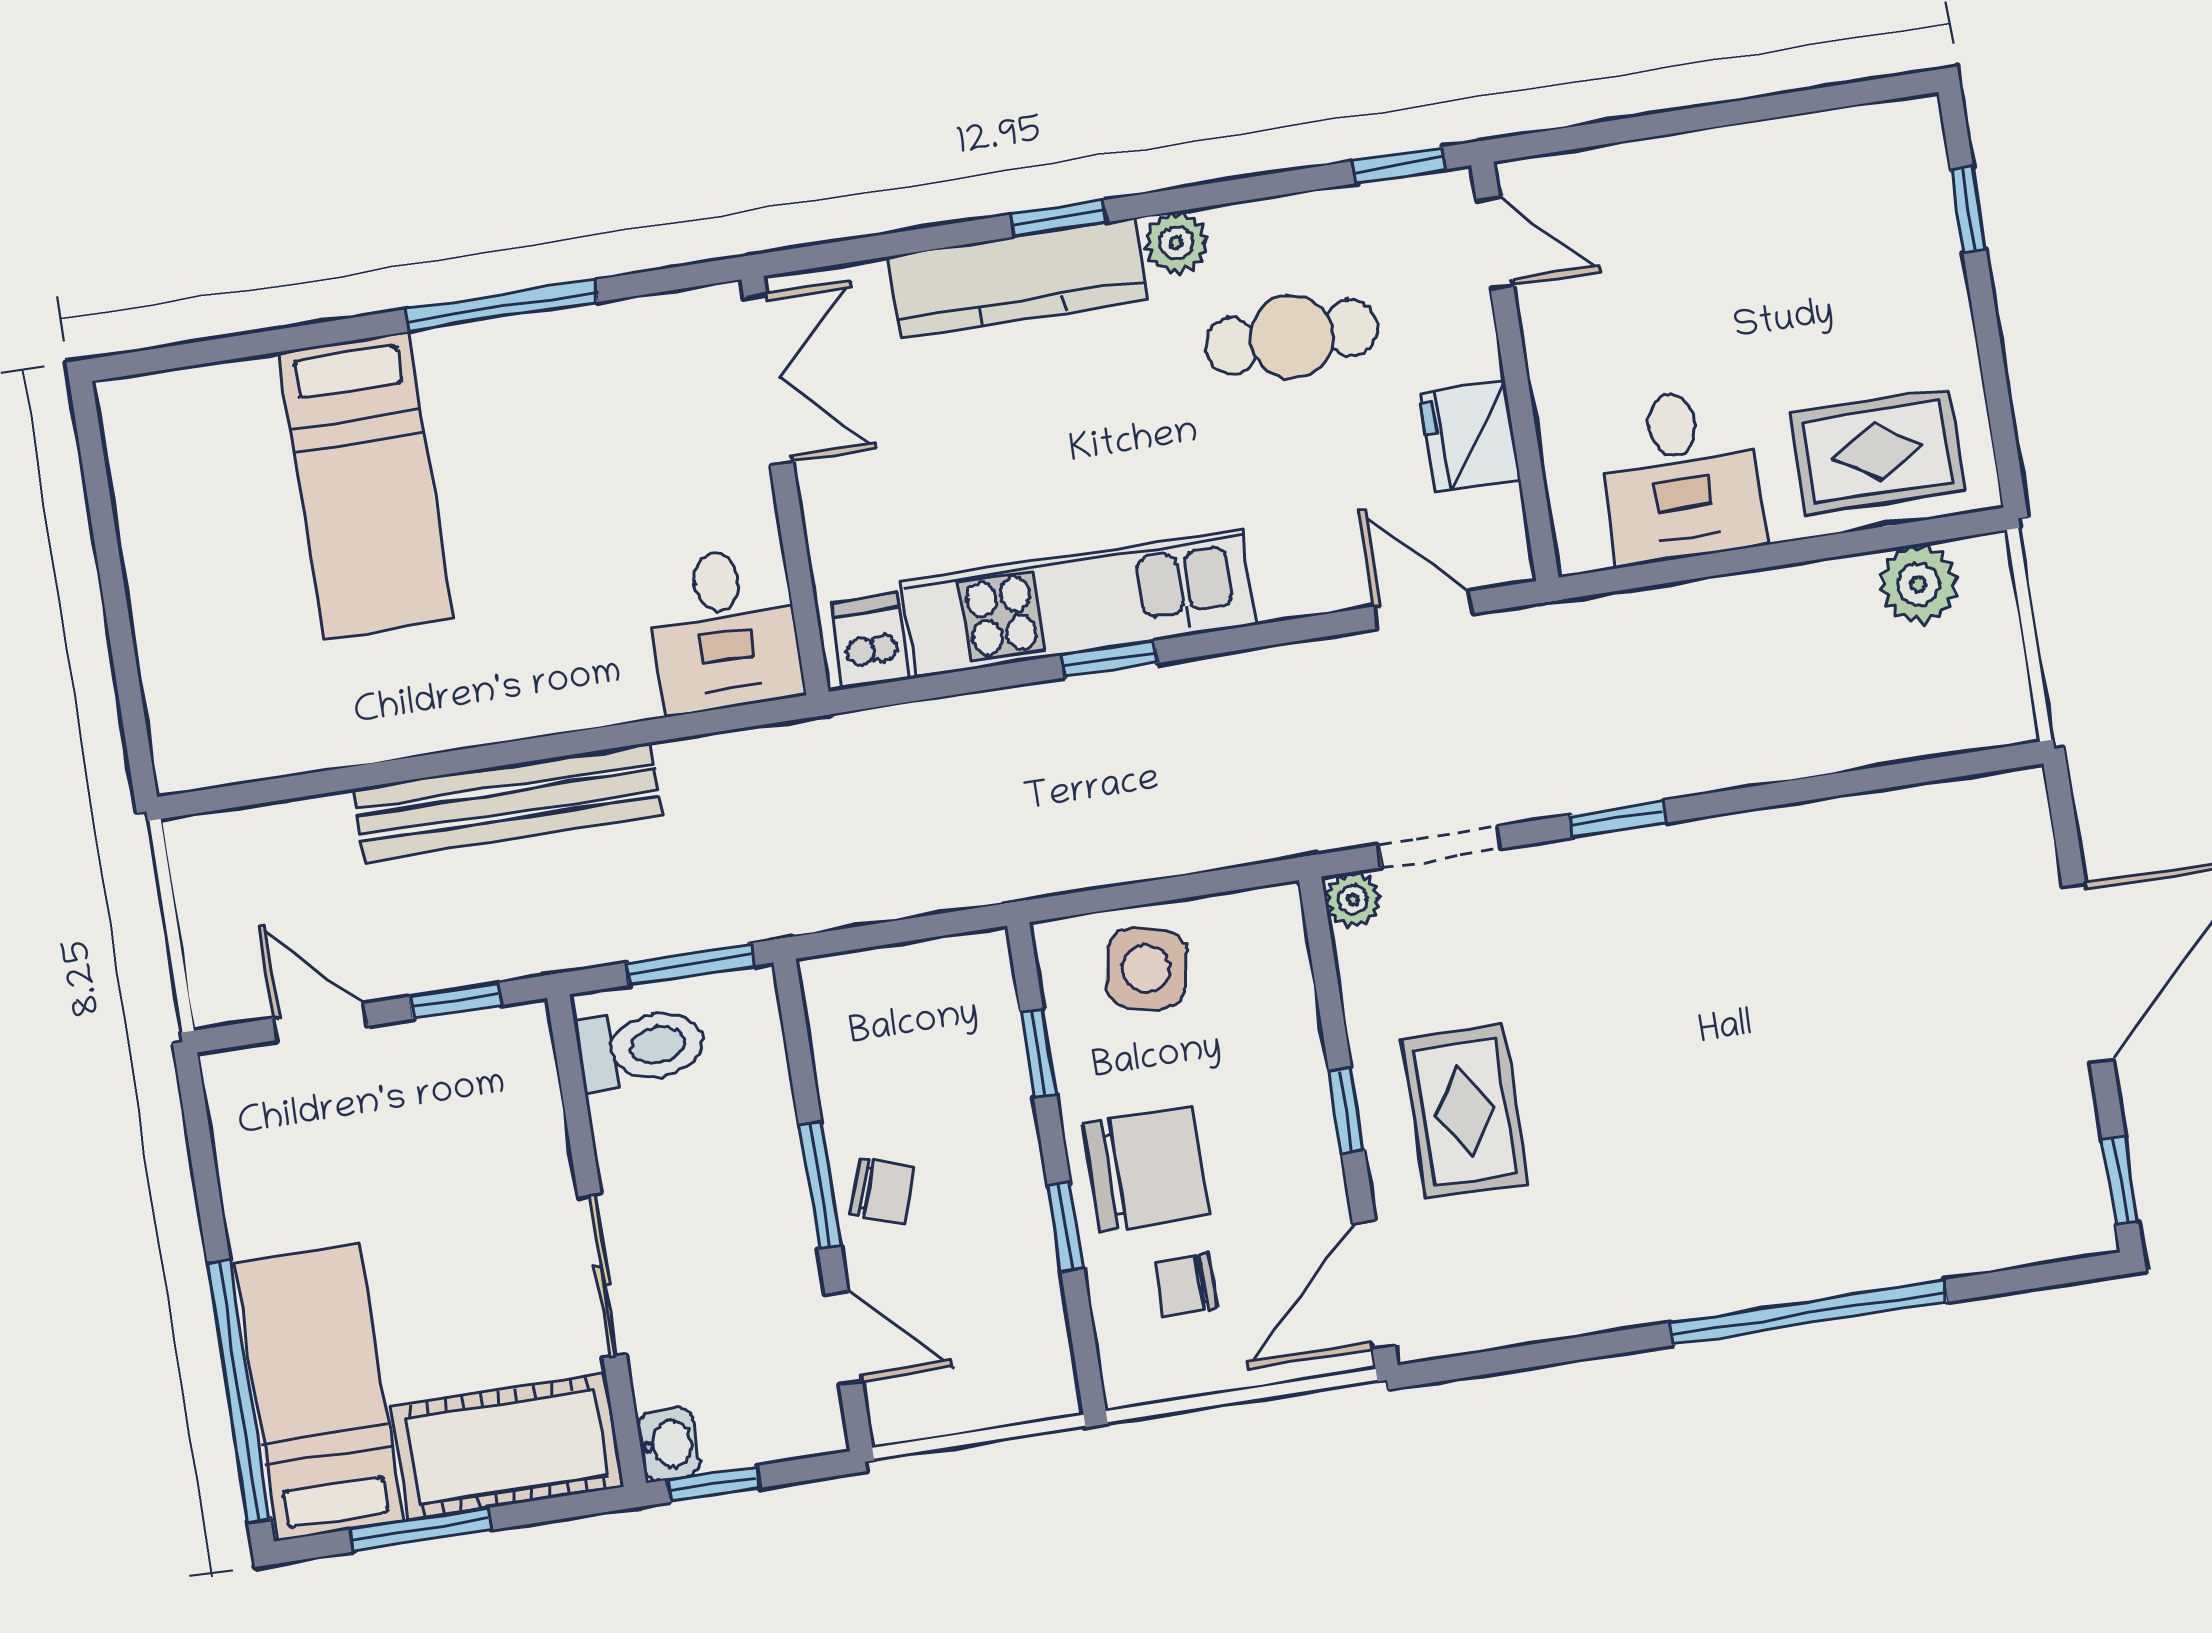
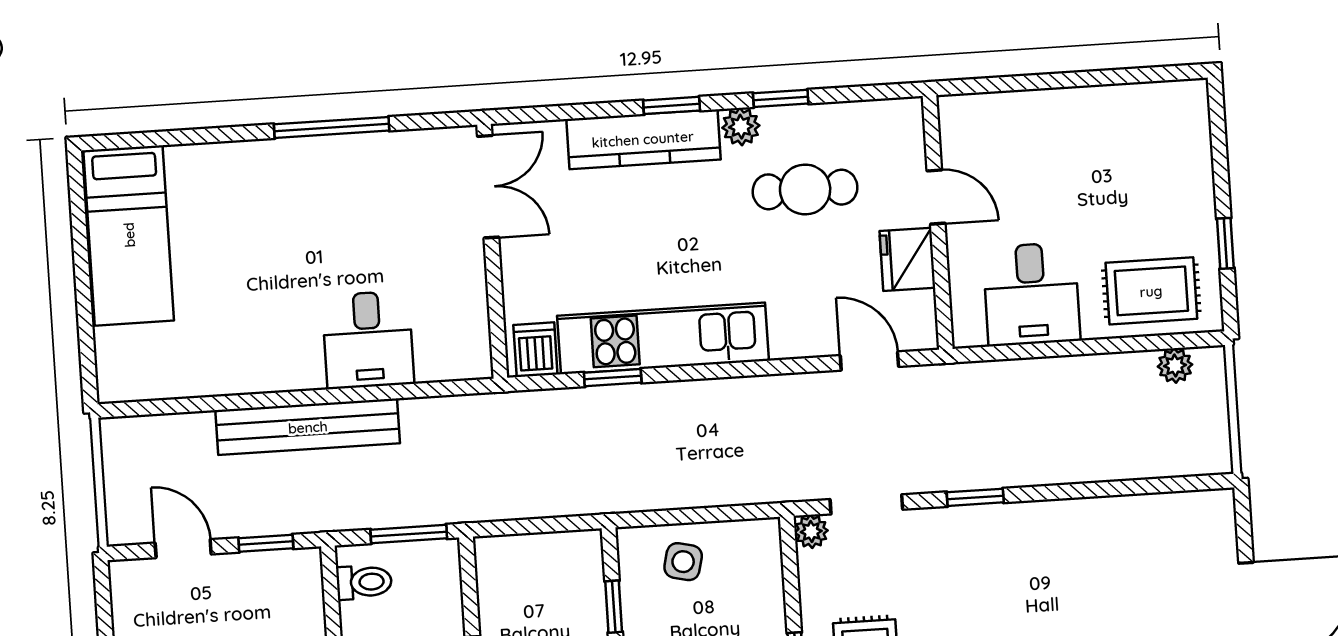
window: (1399, 165) -> (781, 98), moved
window: (1968, 210) -> (1225, 243), moved
door: (1495, 243) -> (936, 197), moved
bed: (366, 486) -> (129, 235), moved
plant: (1918, 584) -> (1175, 366), width x0.73, depth x0.73
desk: (723, 630) -> (368, 340), moved
window: (1110, 659) -> (613, 378), moved
side table: (1146, 969) -> (683, 562), width x0.73, depth x0.73
toilet: (640, 1047) -> (364, 582), width x0.73, depth x0.72

